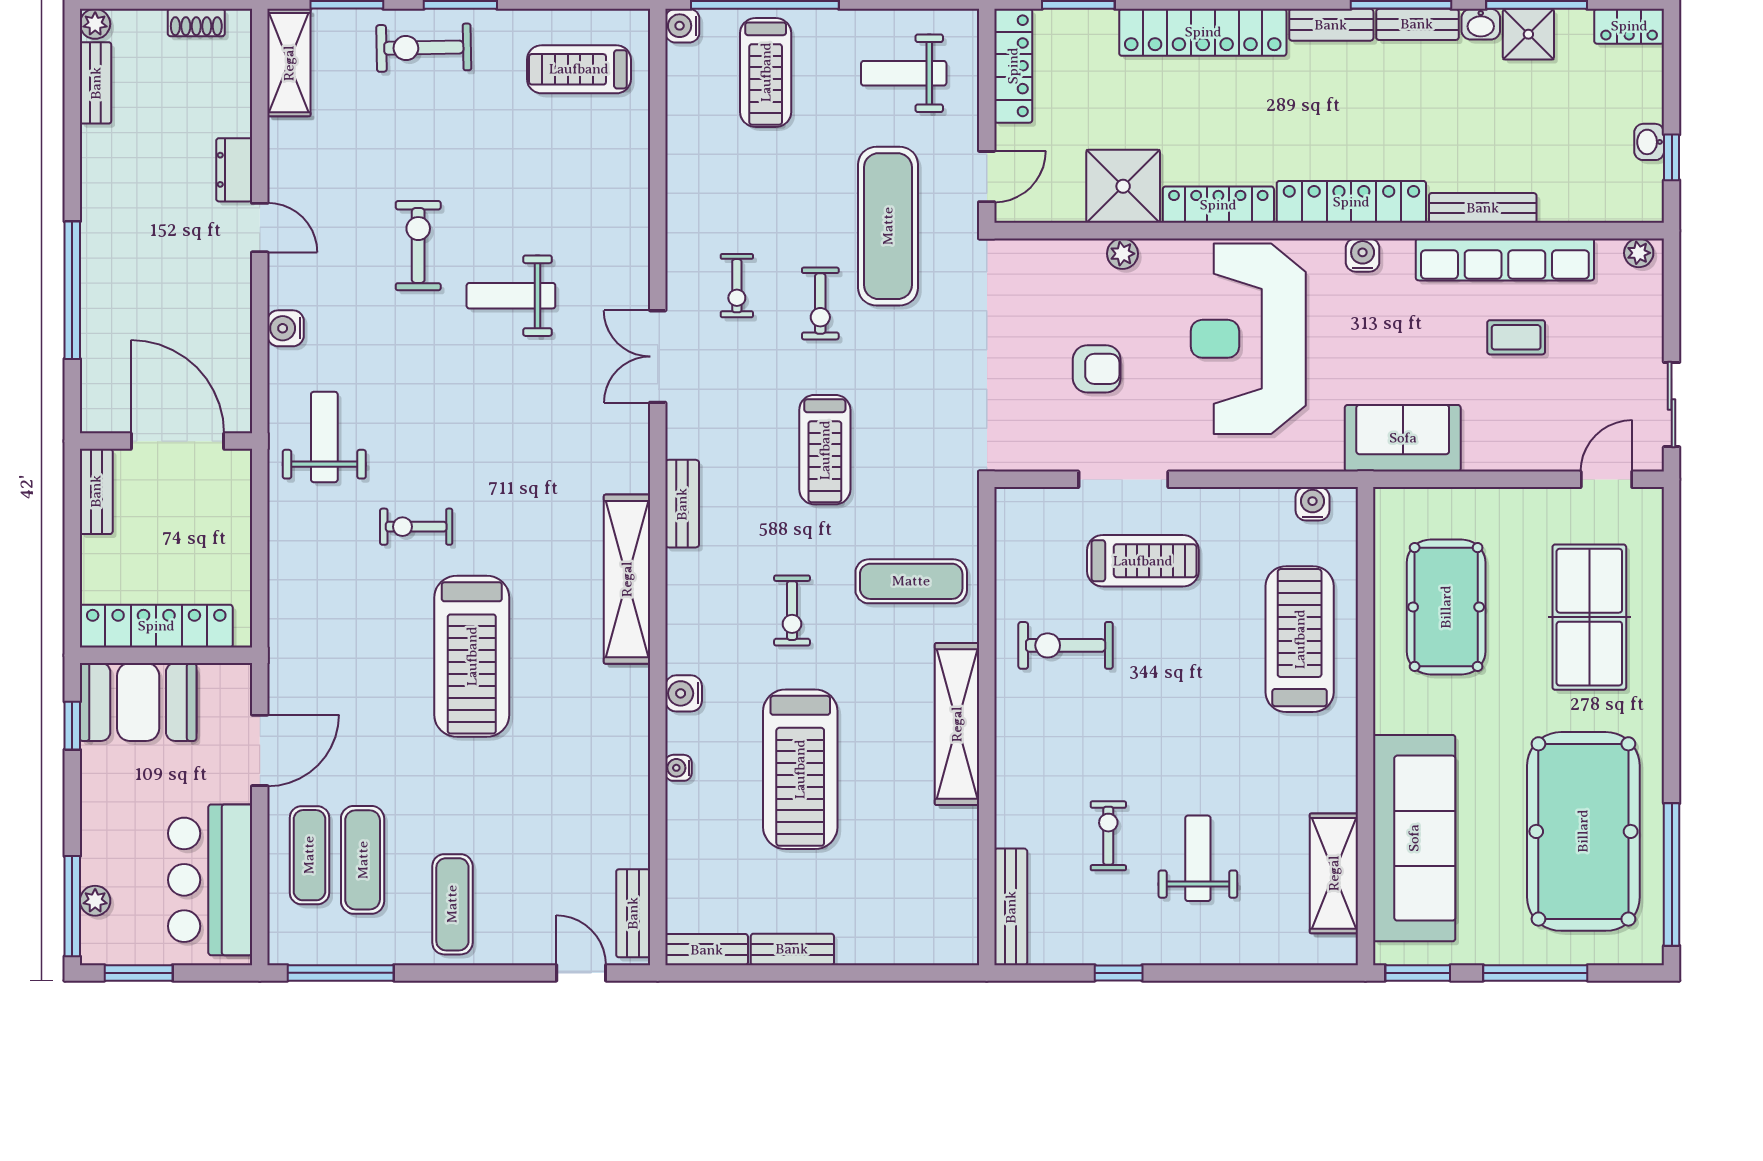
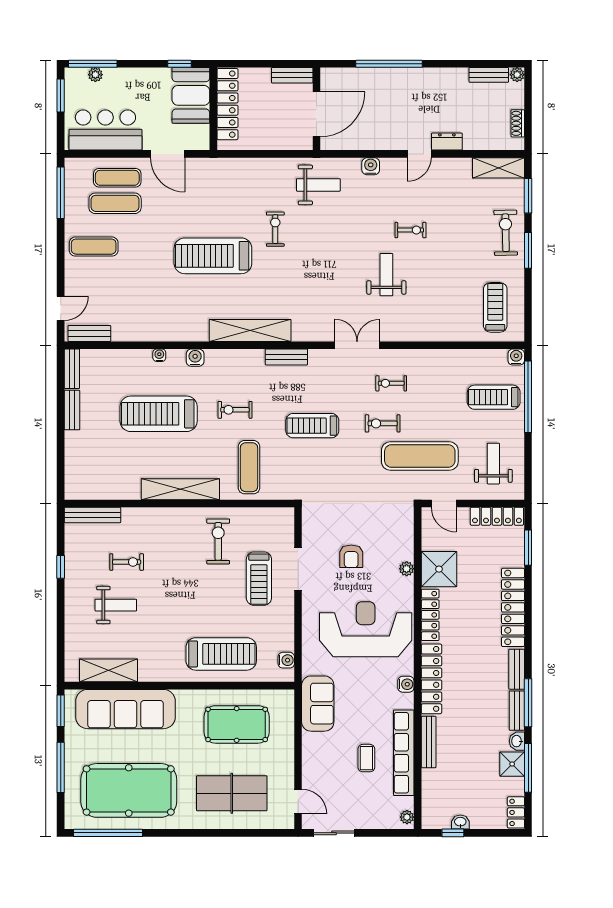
exercise bike: (418, 246) -> (410, 230), width x0.73, depth x0.72

